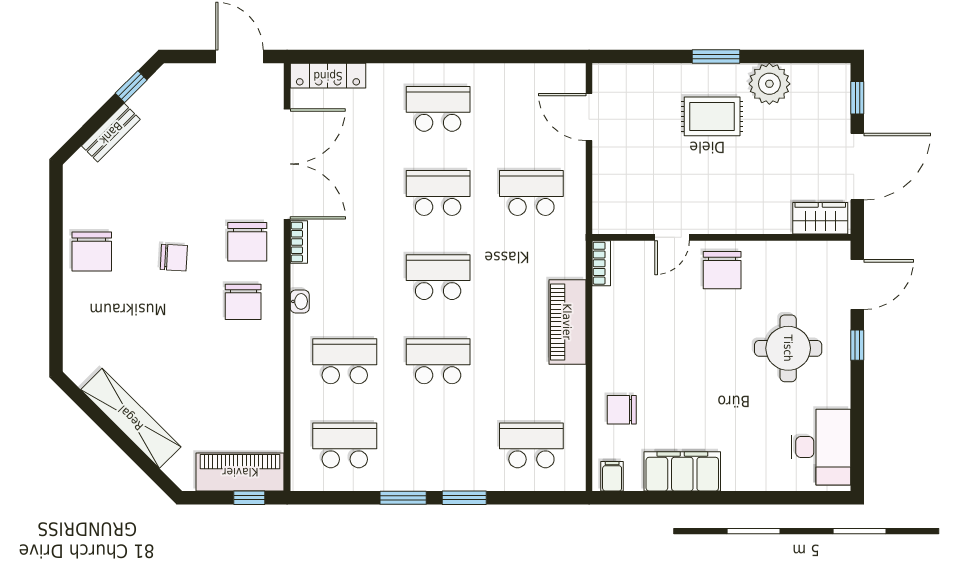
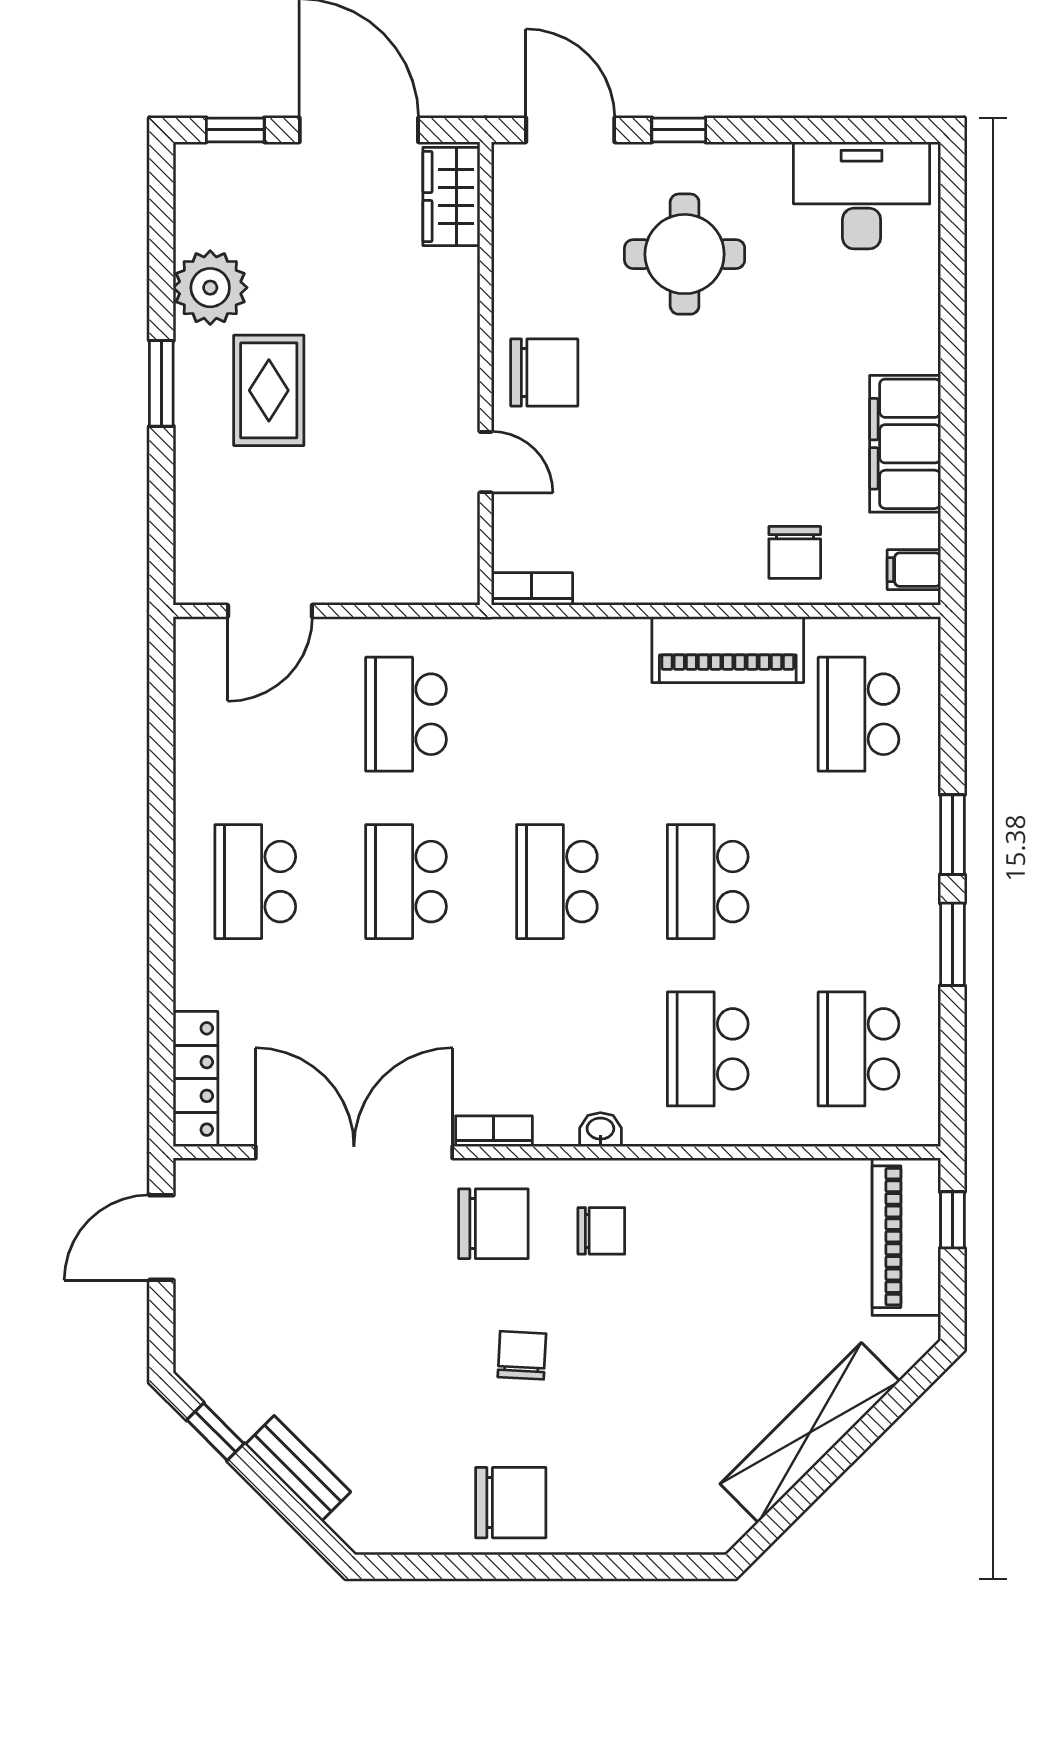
chair: (243, 302) -> (601, 1231), width x0.73, depth x0.73
piano: (567, 322) -> (728, 650), moved

